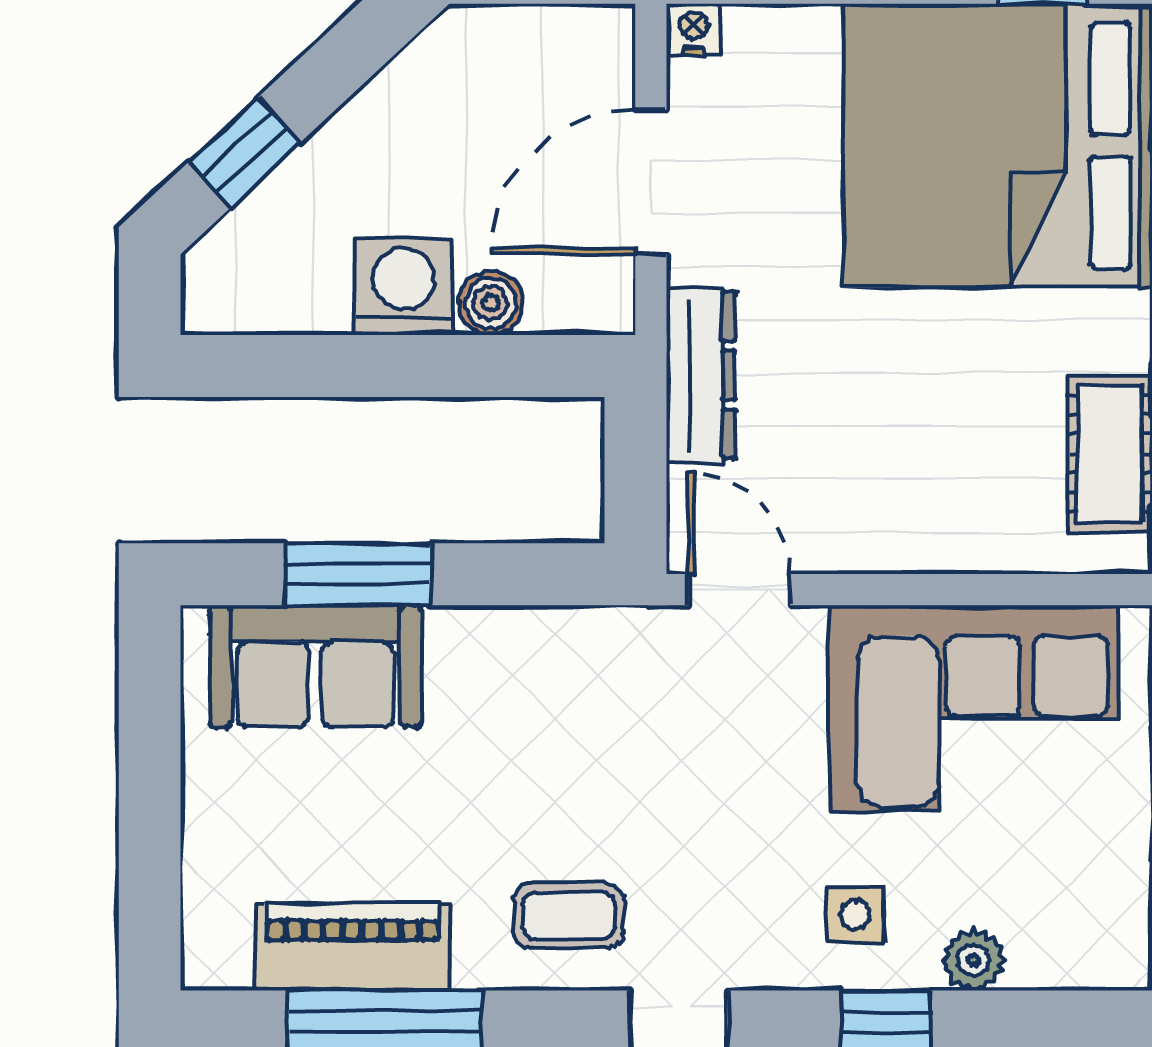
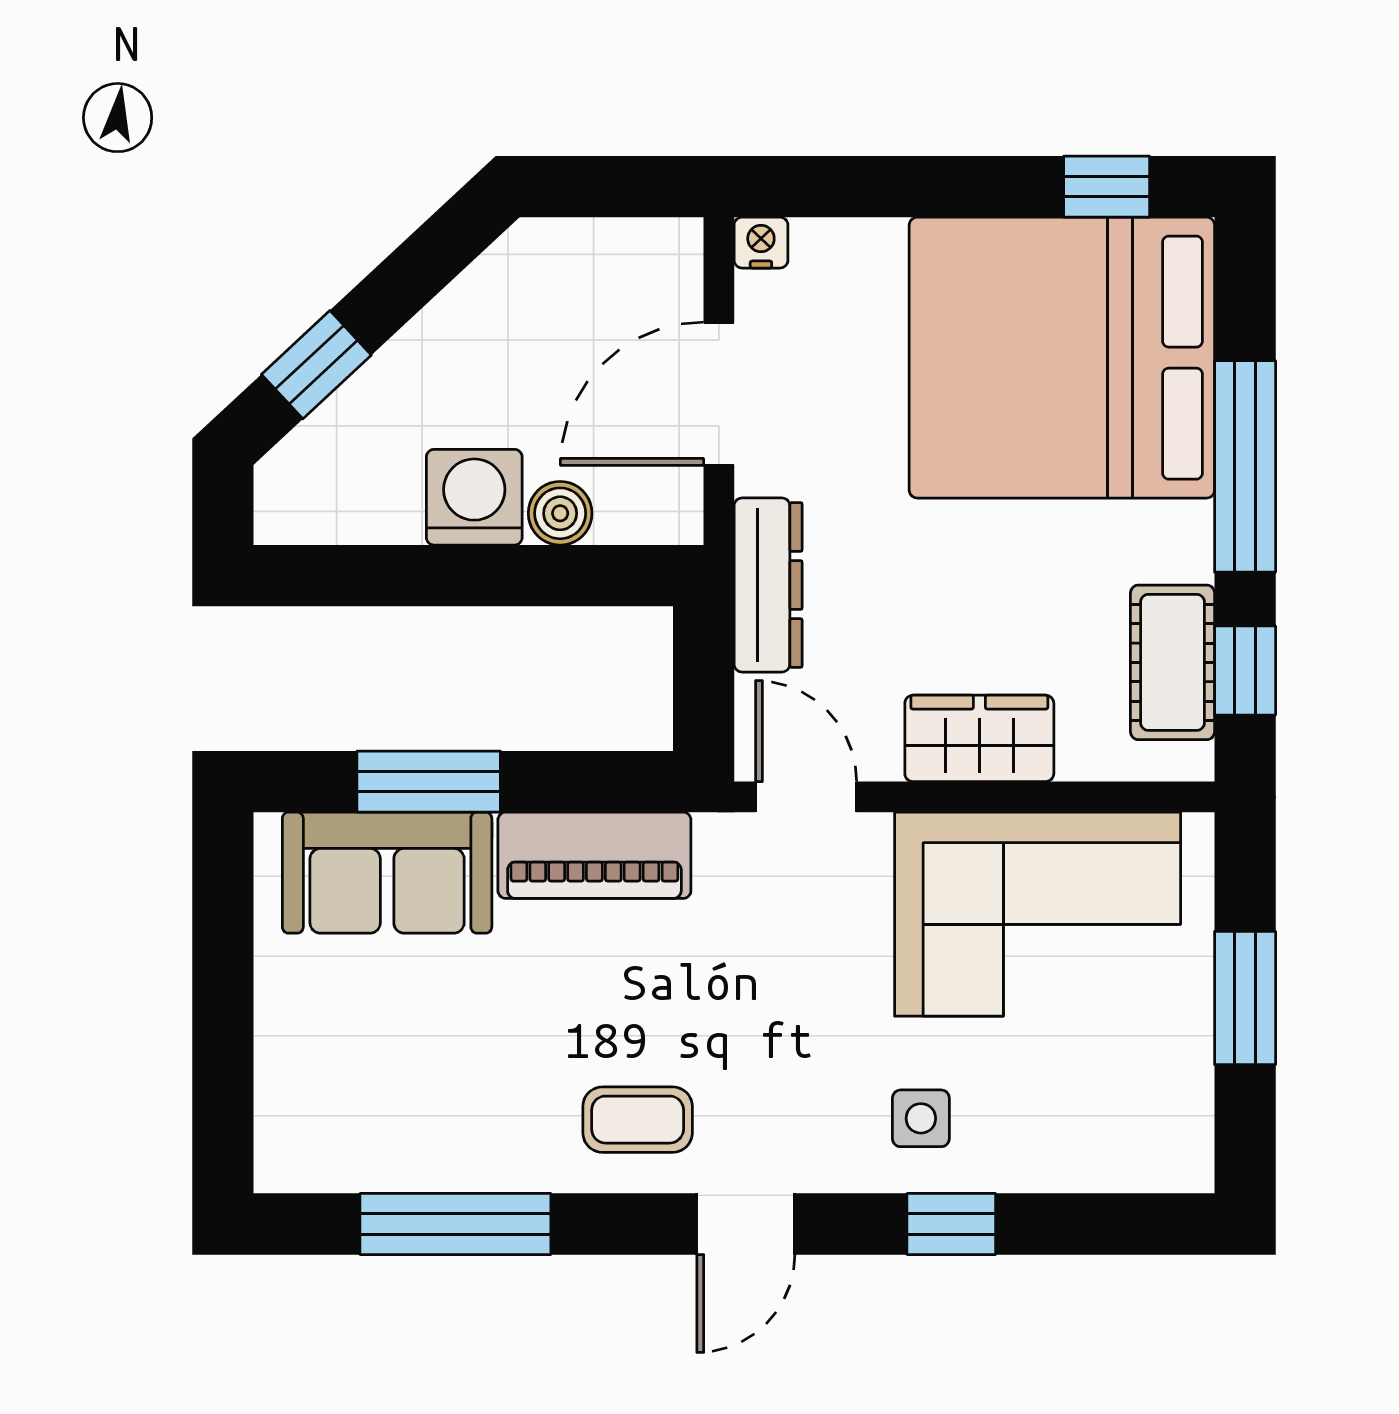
wardrobe: (914, 531) -> (979, 738), added
piano: (352, 947) -> (594, 855), moved, turned 180
plant: (973, 960) -> (1038, 1163), removed

